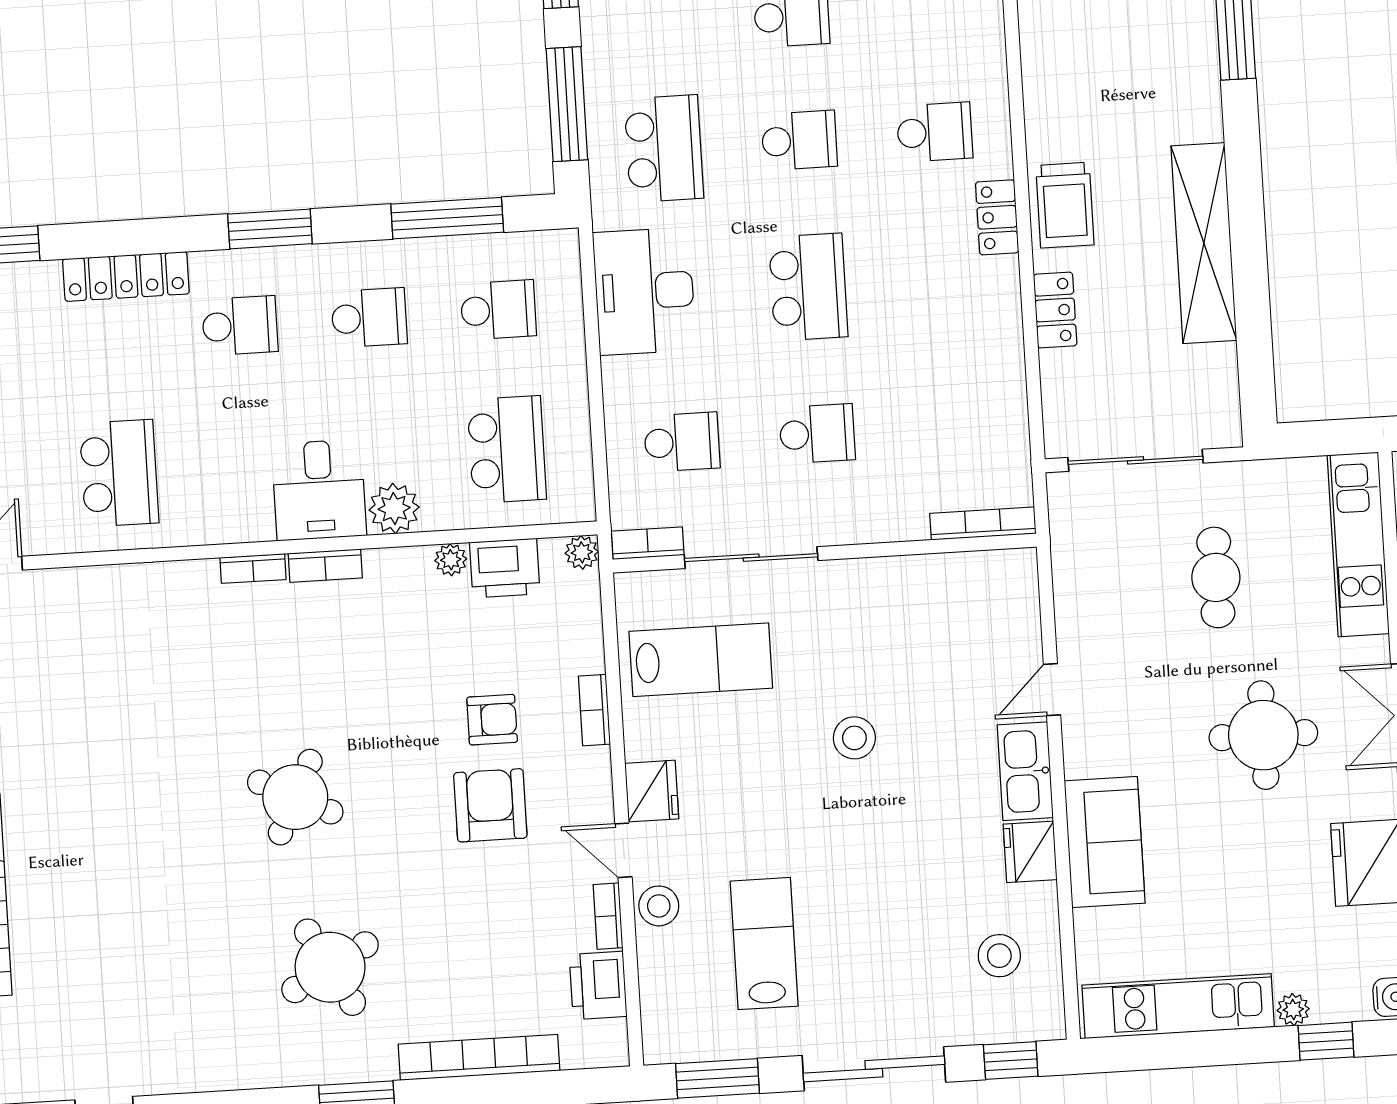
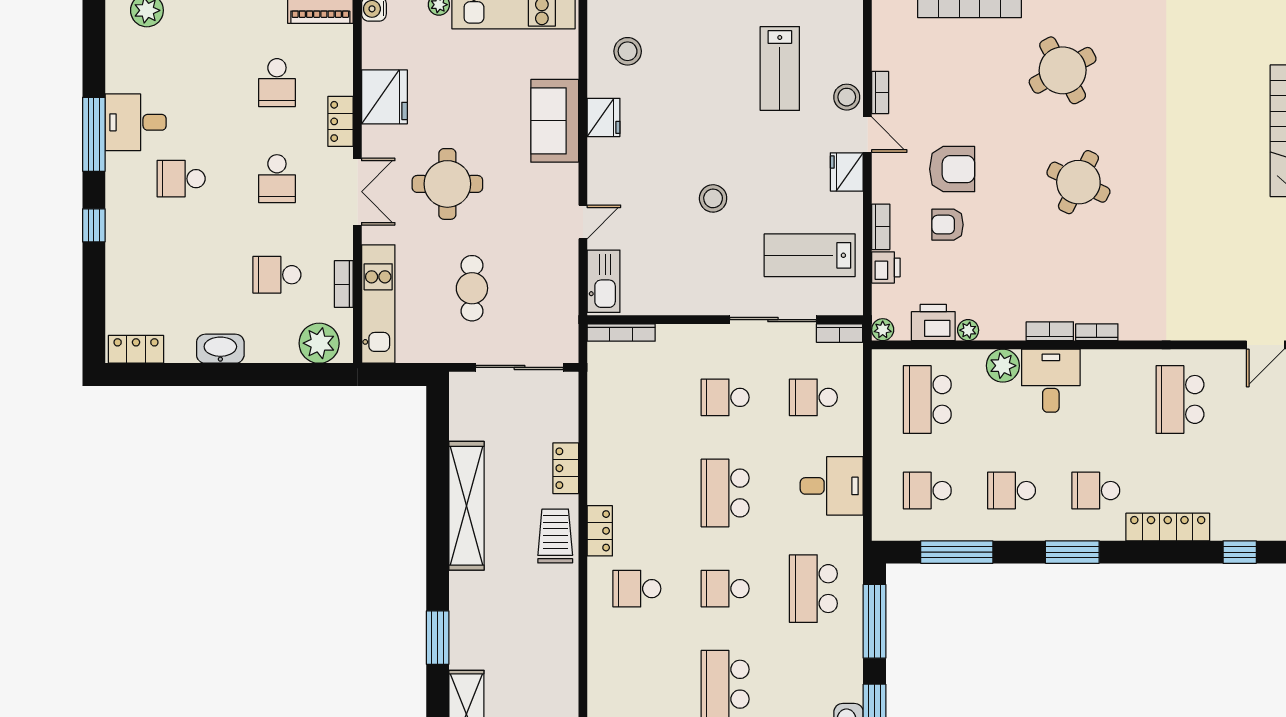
desk: (644, 291) -> (832, 486), width x0.73
kitchen sink: (1025, 771) -> (603, 281), moved
armchair: (490, 805) -> (952, 169), turned -90
printer: (598, 985) -> (886, 267), moved, width x0.73, depth x0.81

